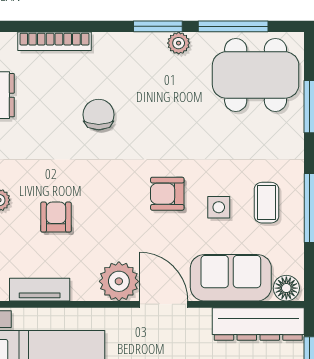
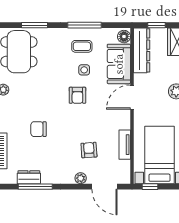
armchair: (56, 217) -> (89, 150), turned 86
plant: (119, 281) -> (121, 119), removed
tv unit: (40, 290) -> (125, 145), moved

